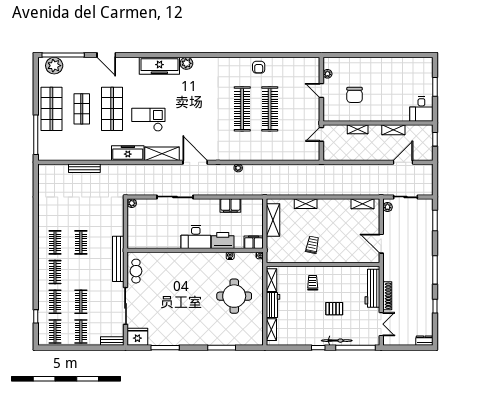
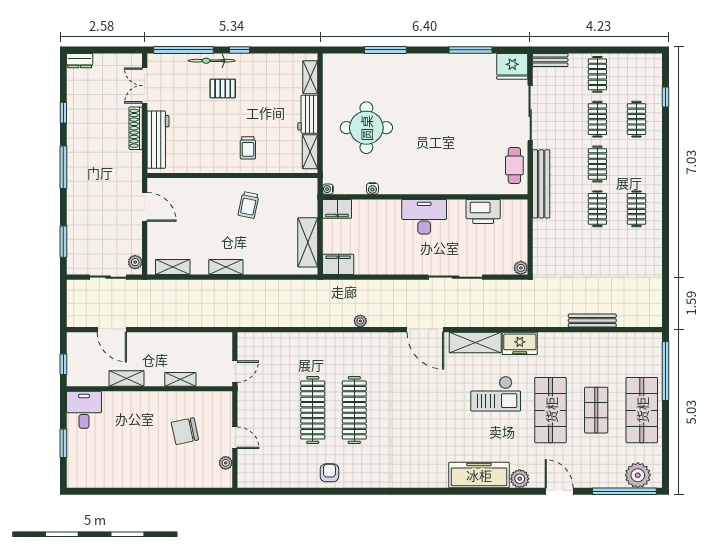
plant: (186, 63) -> (520, 479), moved
chair: (355, 95) -> (185, 431), turned -102
freezer: (128, 153) -> (520, 343), width x0.71
door: (403, 162) -> (112, 330), hinge flipped
shelving: (306, 204) -> (226, 267), moved
filing cabinet: (230, 205) -> (338, 264), moved
printer: (223, 241) -> (483, 211), moved
clothes rail: (55, 272) -> (597, 164), moved
pallet: (334, 309) -> (223, 89), moved
clothes rail: (55, 331) -> (636, 74), removed

